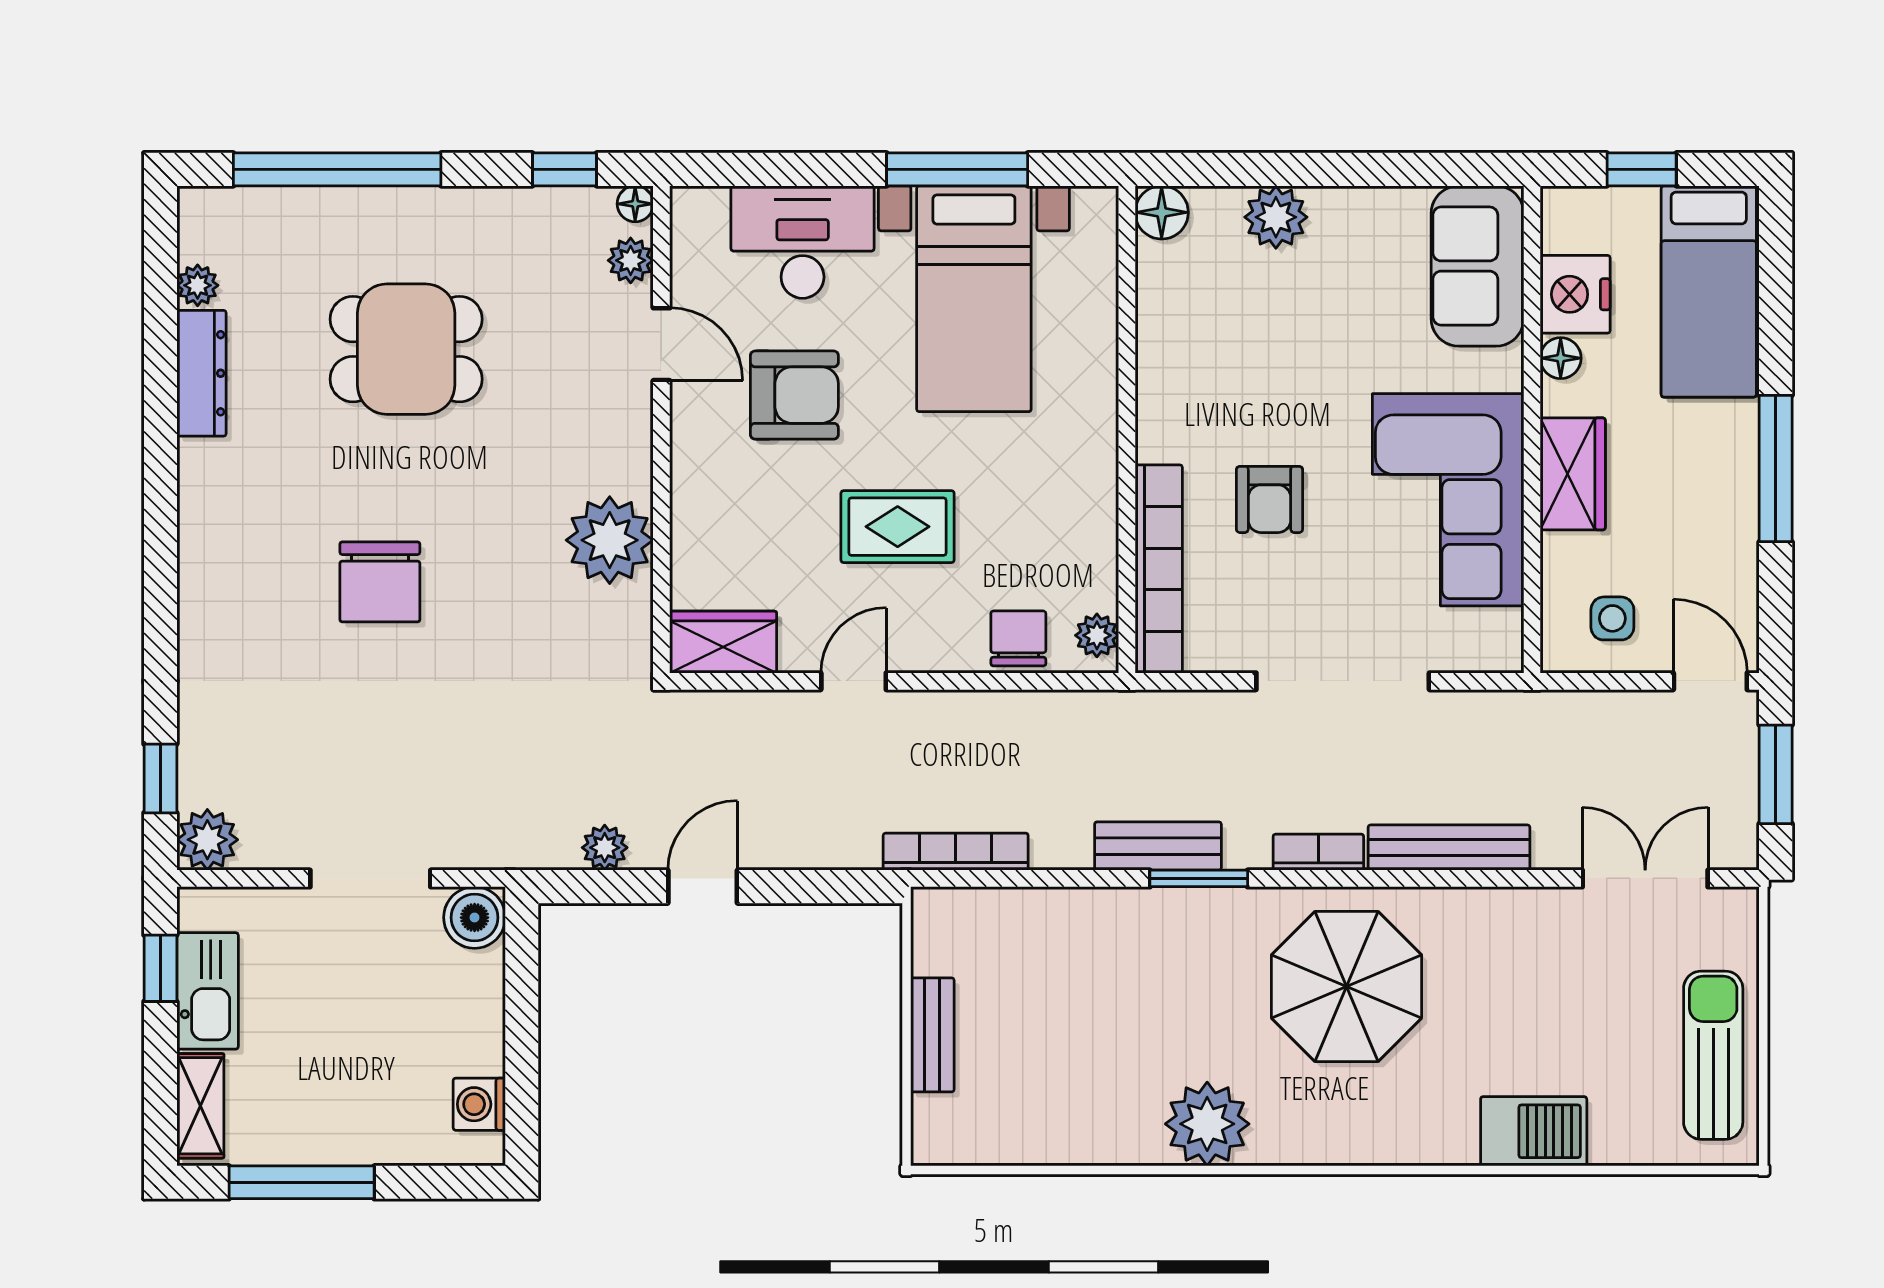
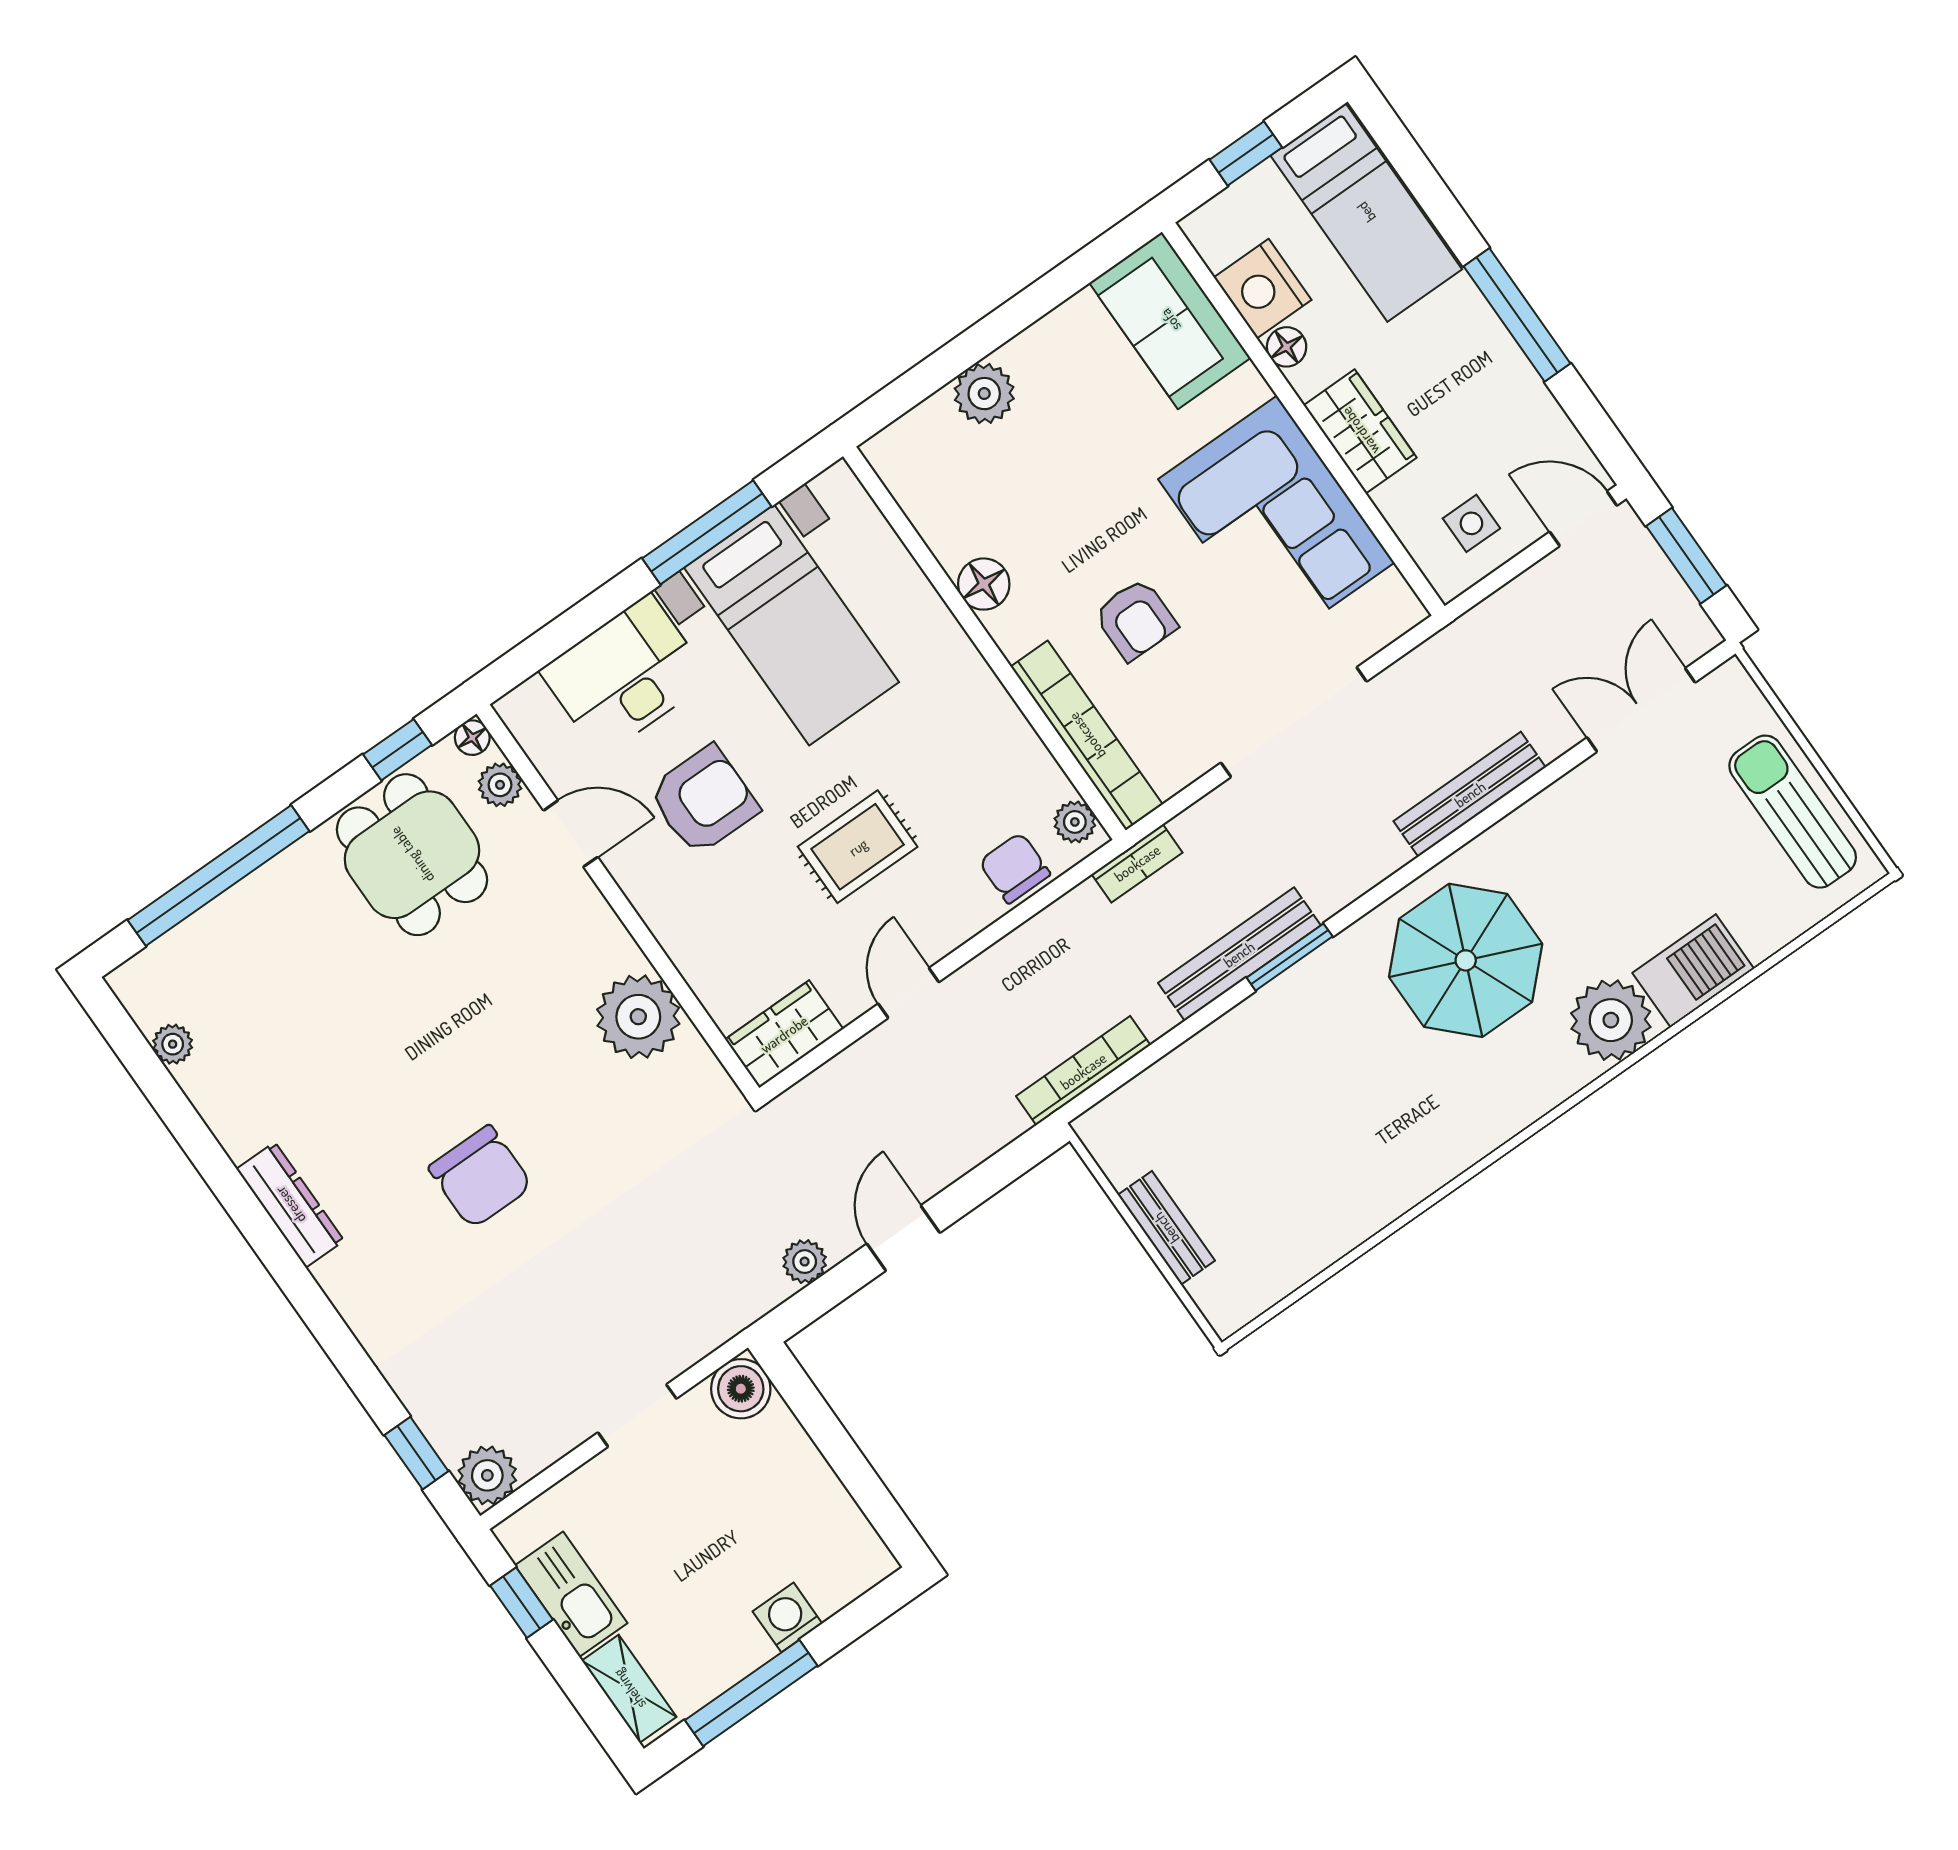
floor lamp: (1162, 212) -> (984, 584), moved
dining table: (406, 349) -> (412, 855), moved, turned 90
dresser: (201, 373) -> (290, 1205), moved
bench: (1158, 846) -> (1239, 954), width x1.36
bookcase: (1318, 852) -> (1137, 863), moved, turned 180
doorway: (370, 878) -> (637, 1416), width x0.73
washing machine: (479, 1104) -> (787, 1617), moved, turned 90
plant: (1207, 1124) -> (1611, 1020), moved

